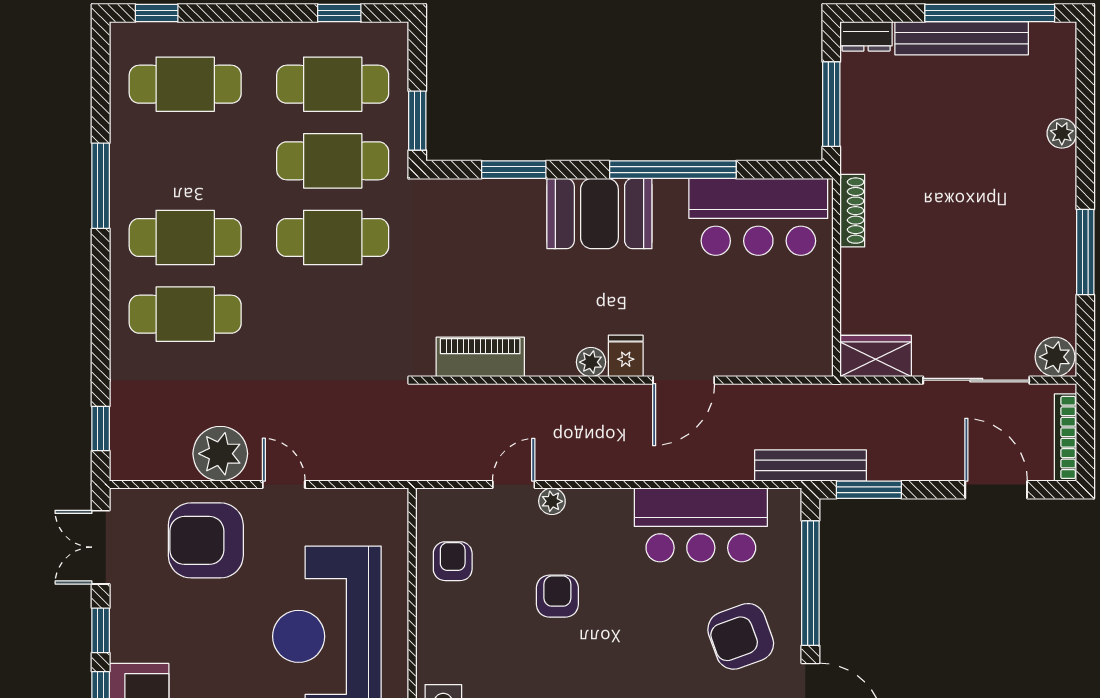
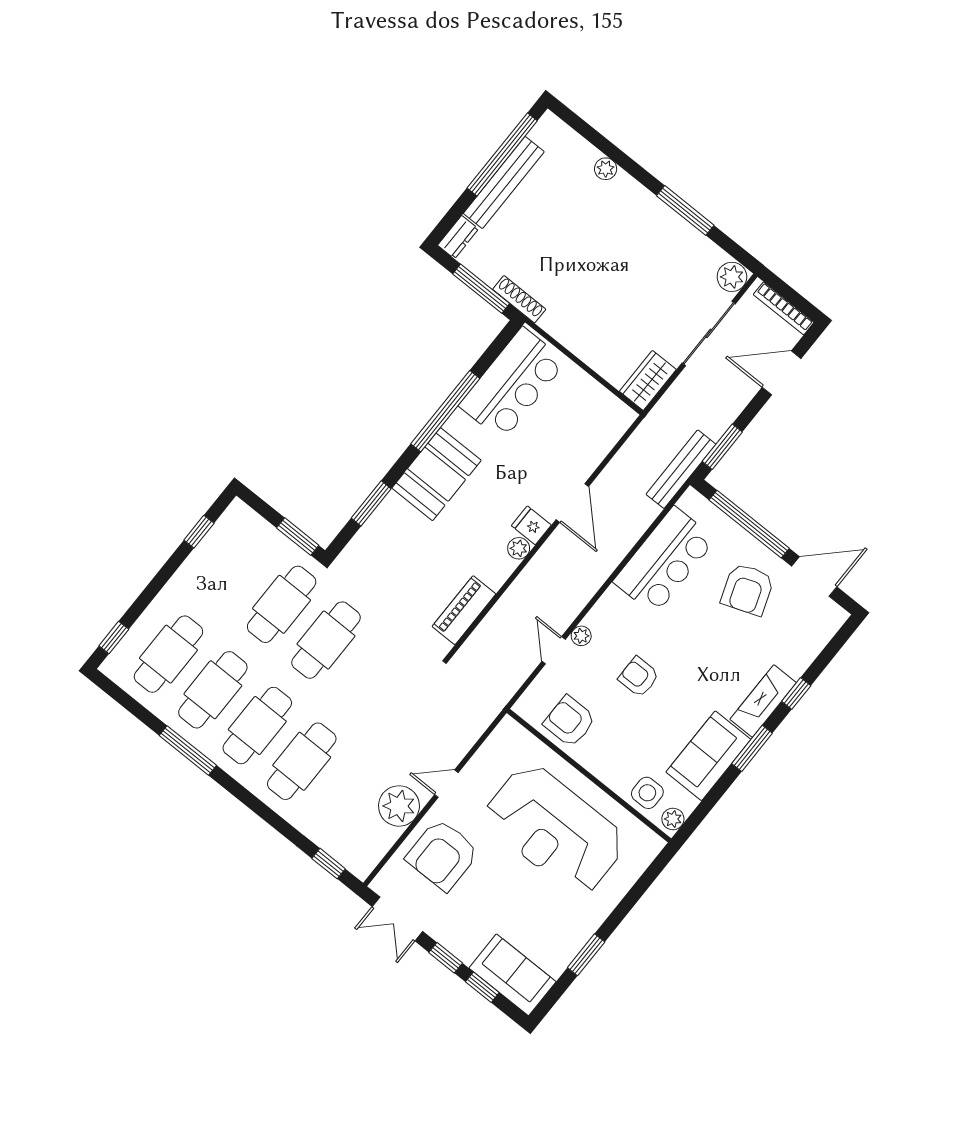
cafe table: (333, 84) -> (213, 690), moved
shoe rack: (852, 211) -> (519, 299), moved
armchair: (453, 561) -> (570, 721), width x1.38, depth x1.38

